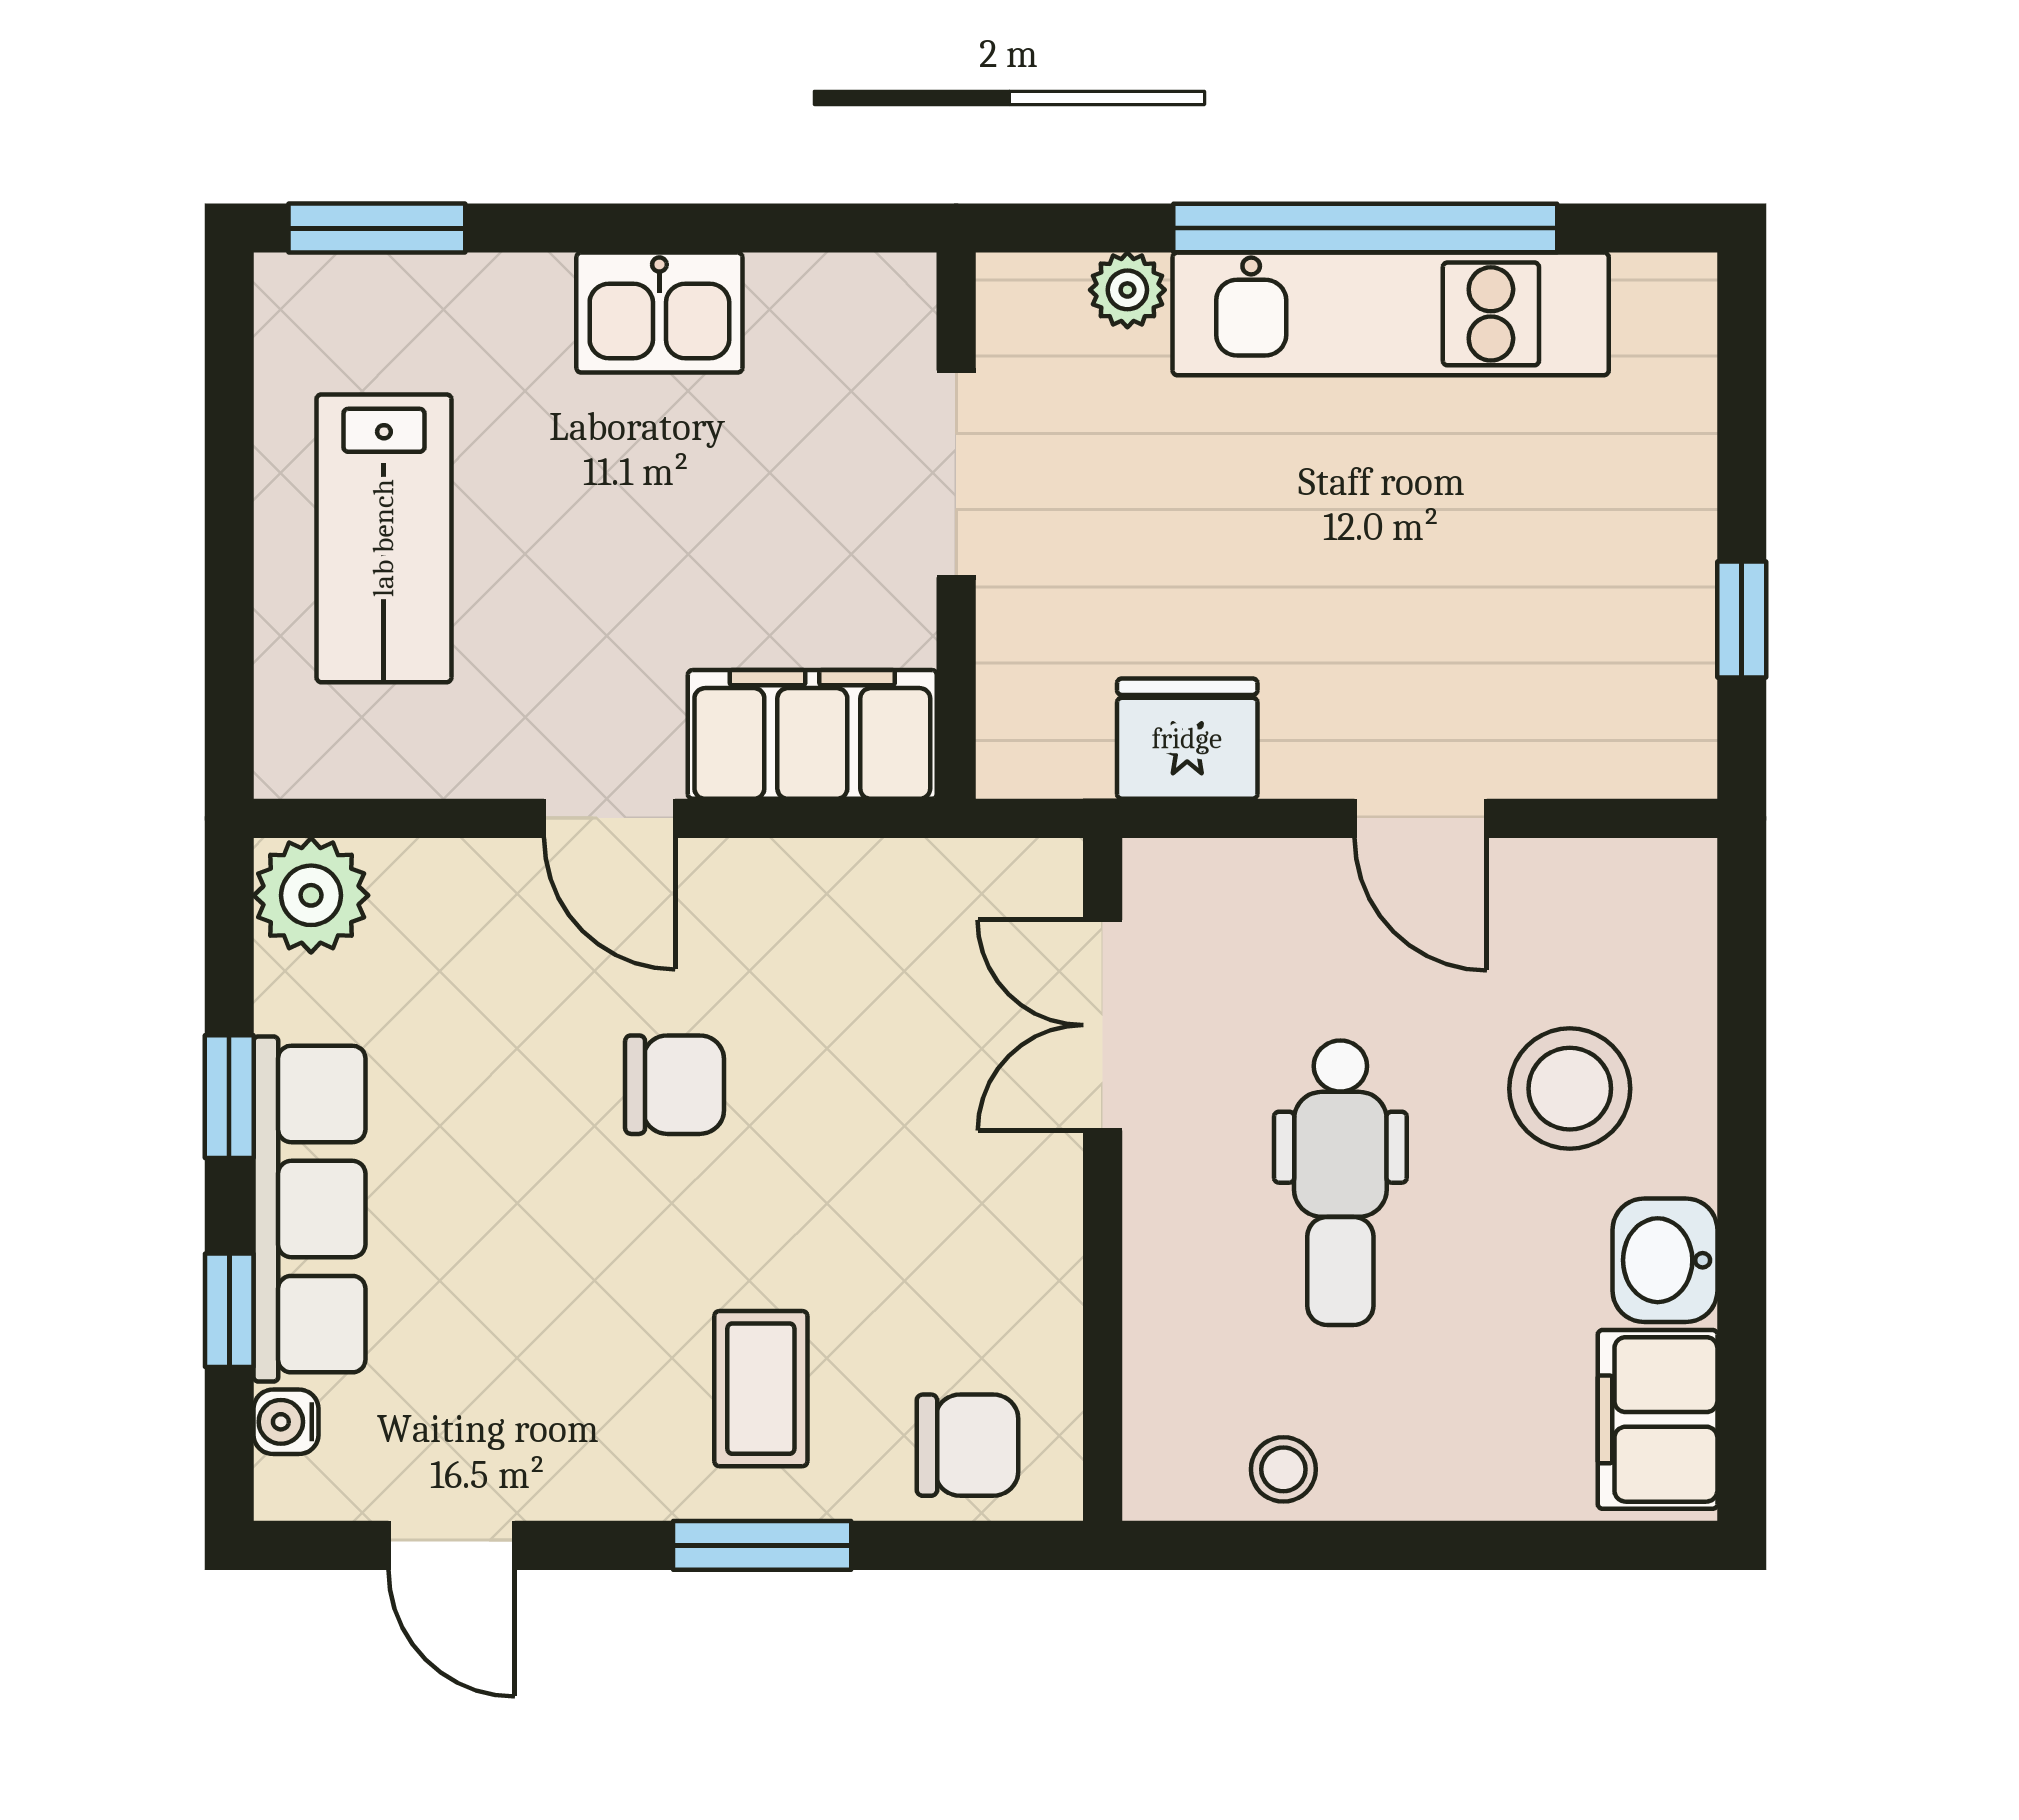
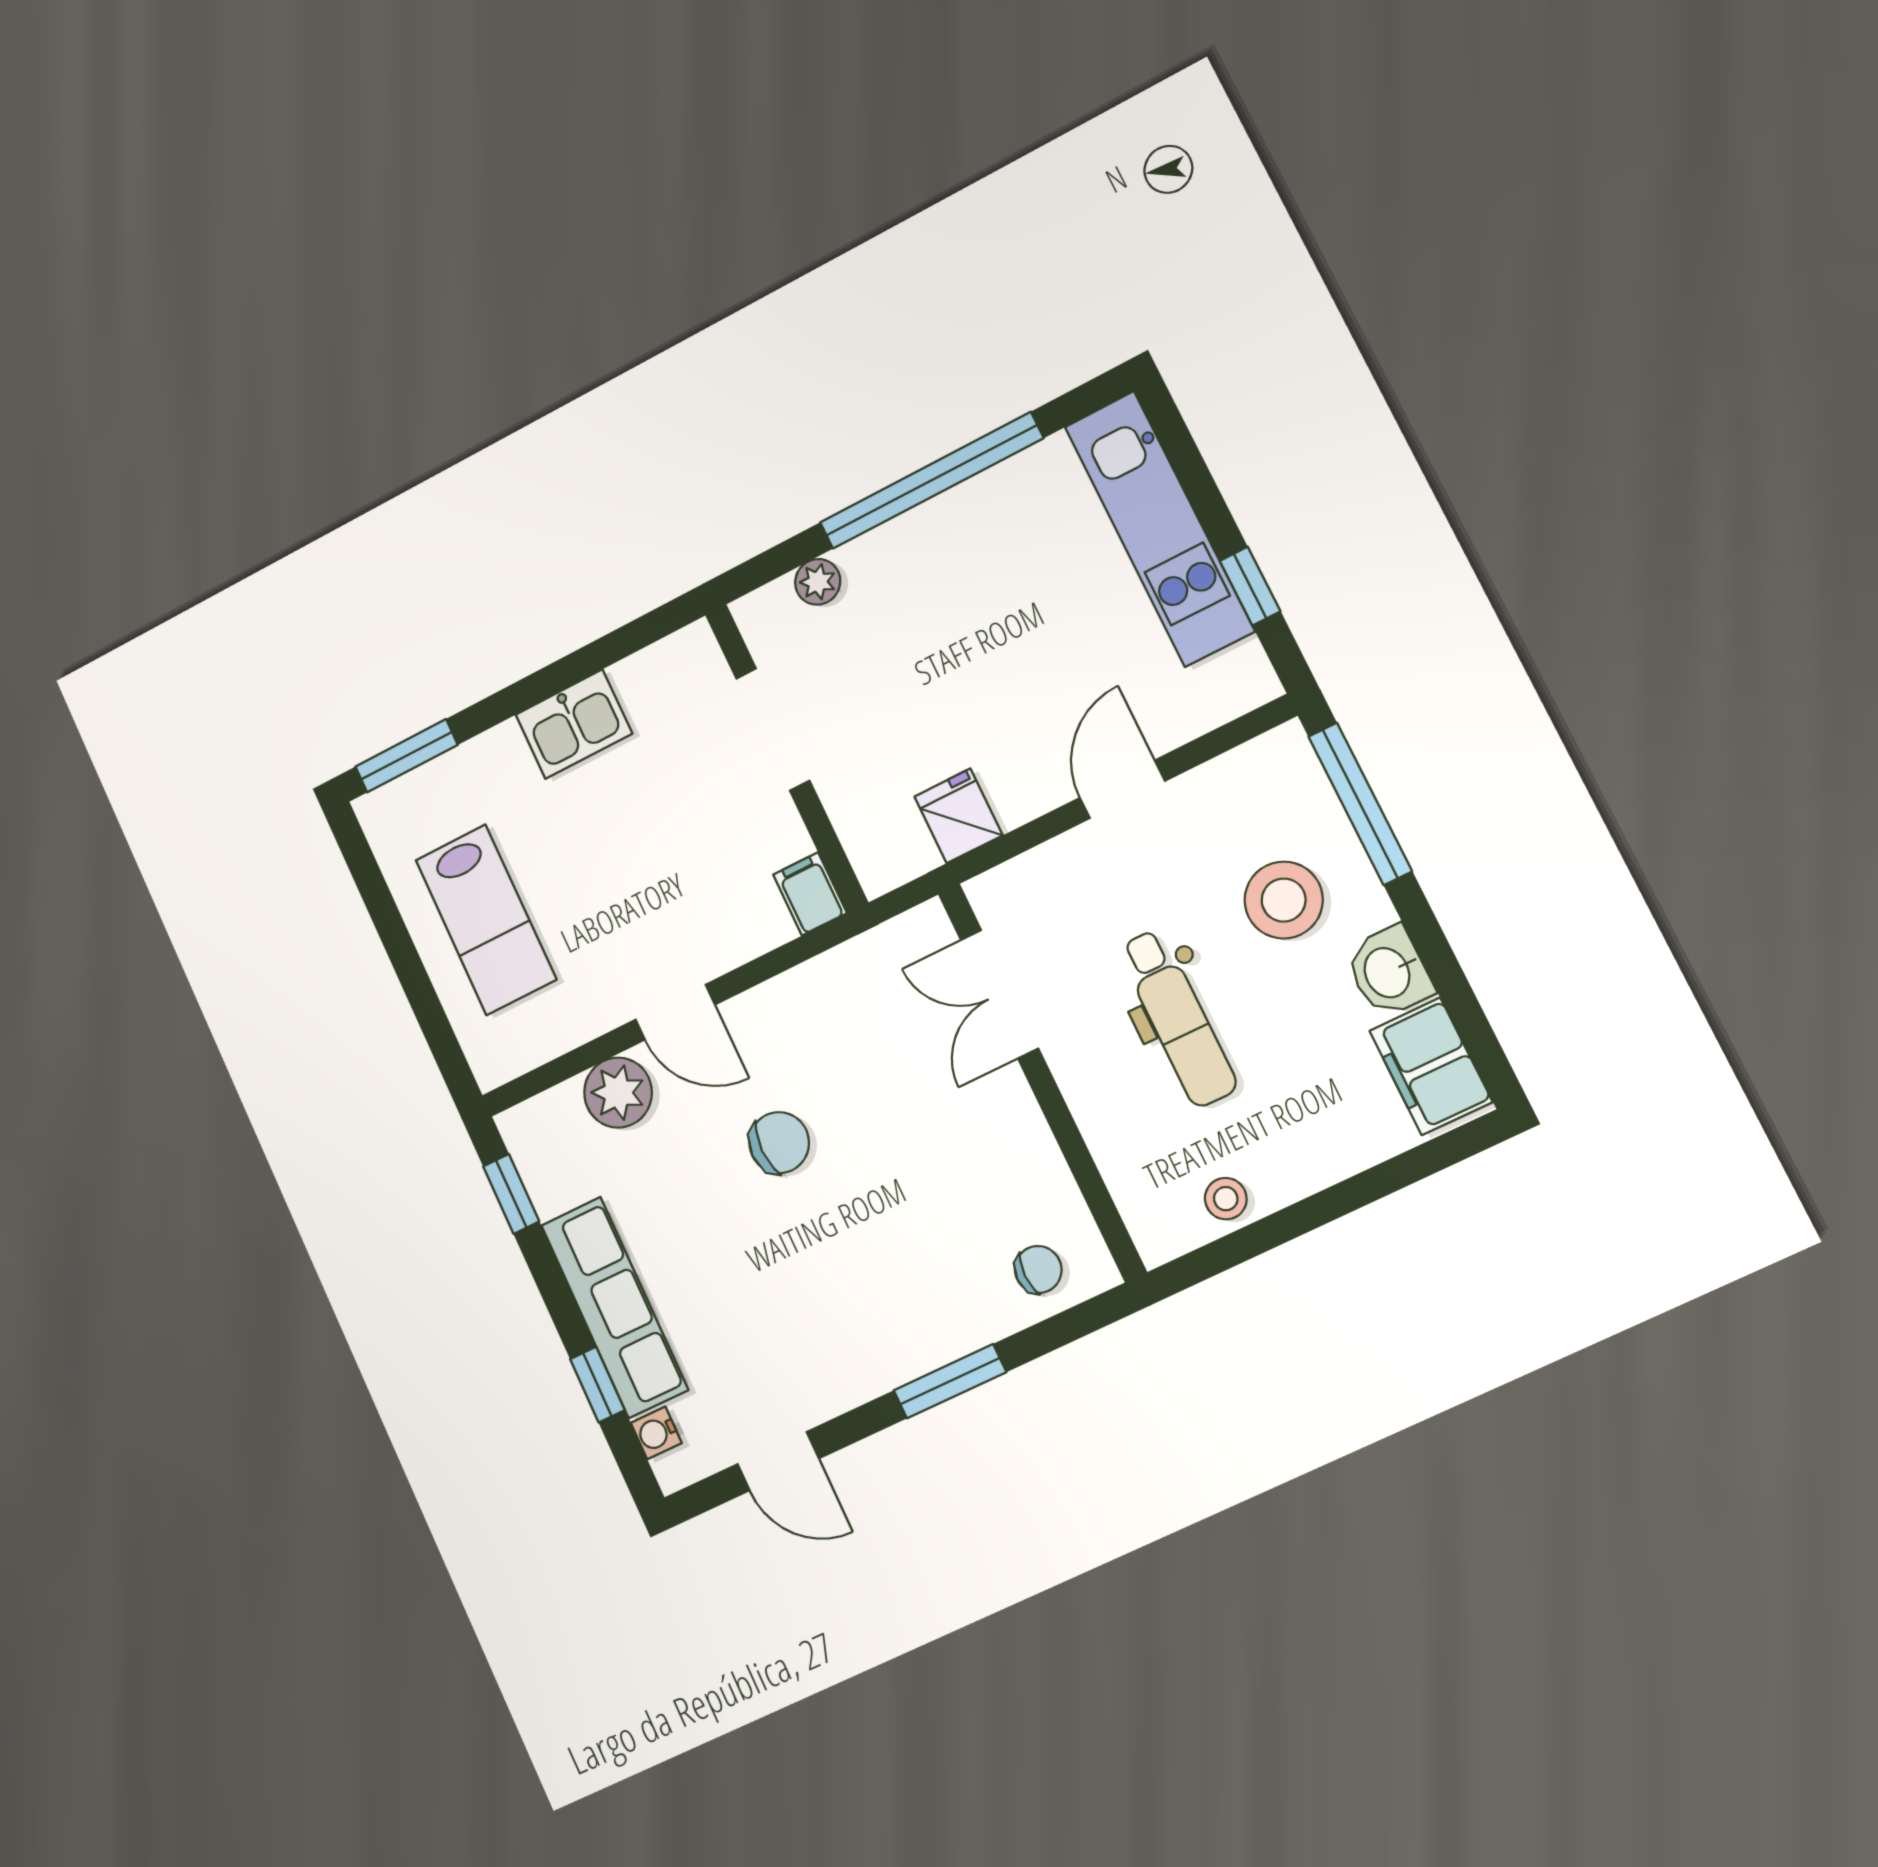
kitchen unit: (1391, 314) -> (1159, 528), moved, turned 90
filing cabinet: (812, 734) -> (810, 894), width x0.33, depth x0.86
fridge: (1187, 739) -> (959, 816), width x0.72
door: (1421, 818) -> (1122, 789), swing flipped
plant: (311, 895) -> (618, 1093), moved
window: (1742, 1005) -> (1360, 804), added
window: (229, 1097) -> (511, 1194), moved
coffee table: (761, 1389) -> (907, 1292), removed
chair: (968, 1445) -> (1038, 1269), width x0.73, depth x0.73

